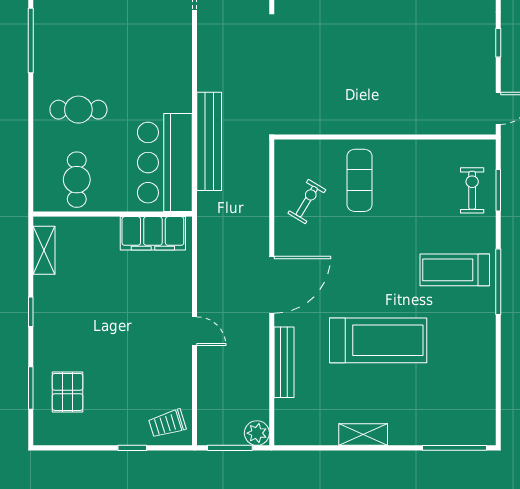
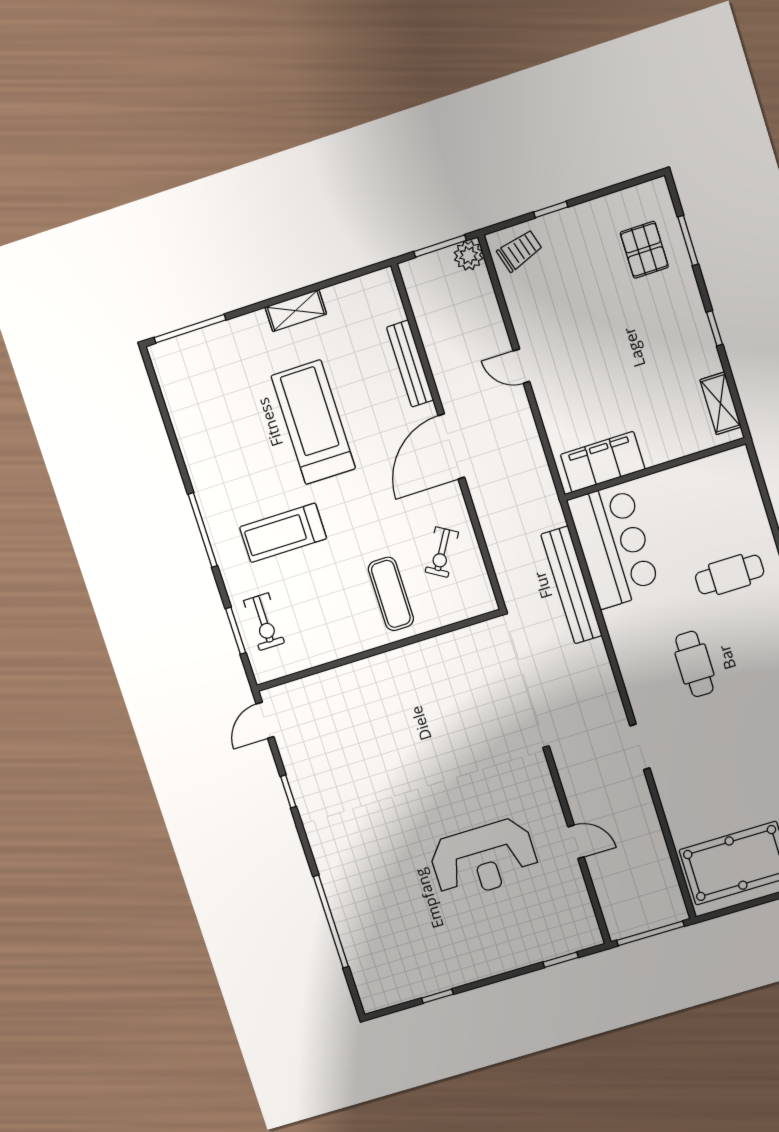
cafe table: (77, 180) -> (694, 664), moved
treadmill: (455, 270) -> (283, 533), moved, turned 180
treadmill: (378, 340) -> (313, 422), turned 90
plant: (257, 433) -> (469, 255), moved

